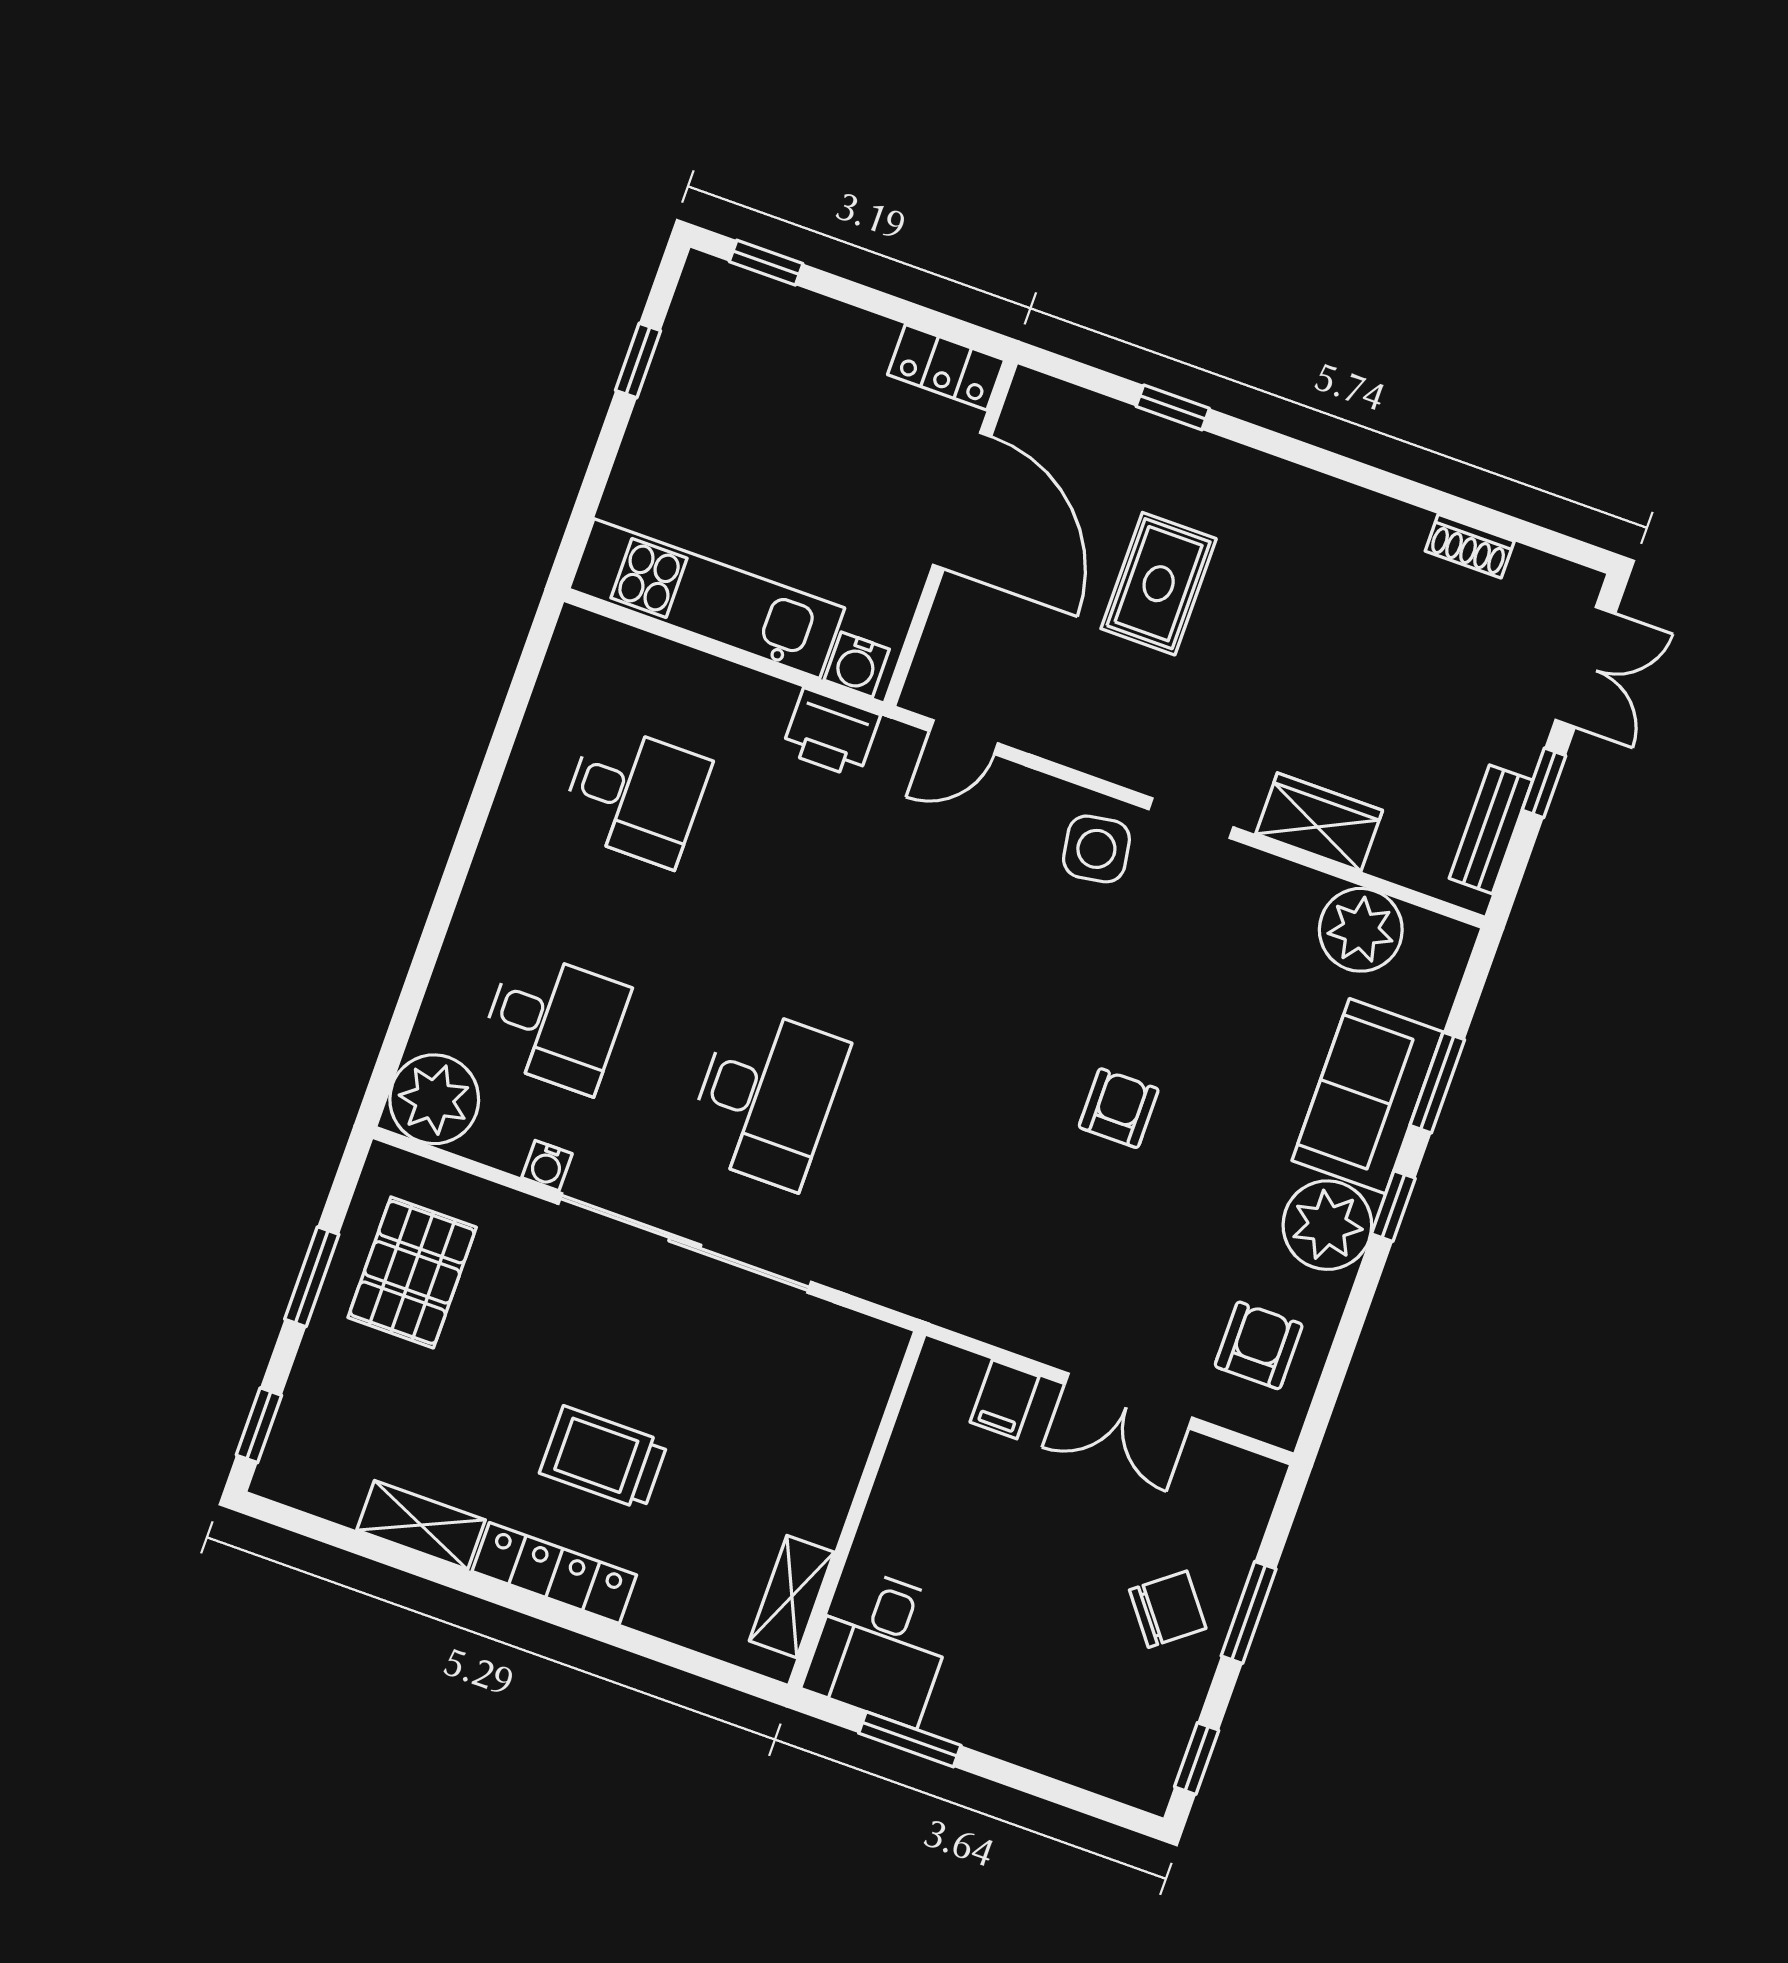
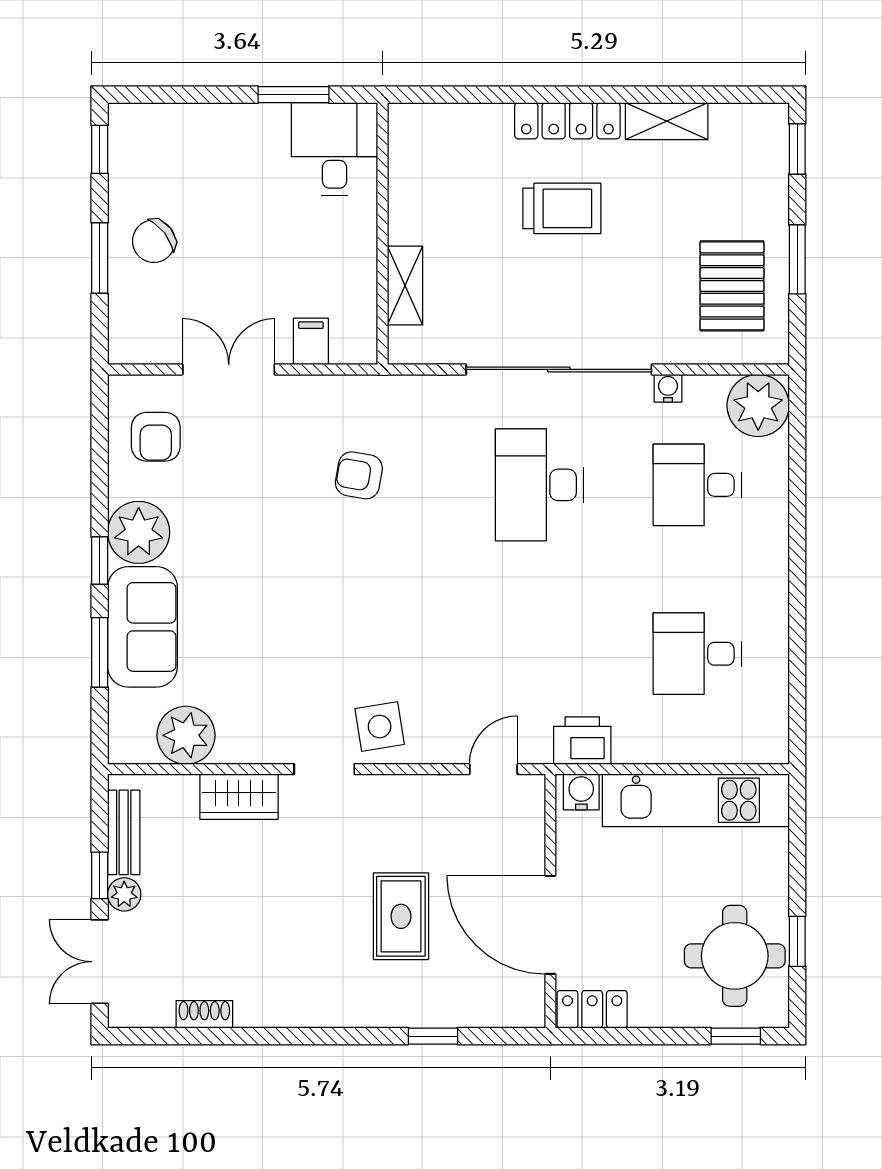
round table: (729, 371) -> (735, 956), added
plant: (1520, 746) -> (124, 894), added
armchair: (1119, 1108) -> (359, 475), moved, turned 100
shelving: (792, 1597) -> (405, 286), moved

